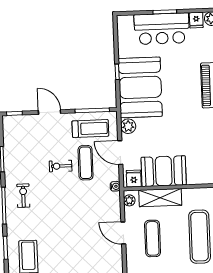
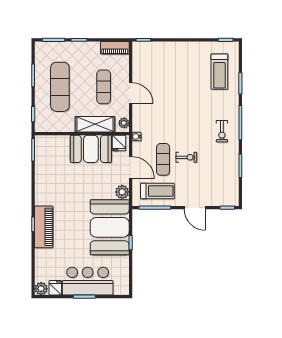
treadmill: (90, 129) -> (157, 191), turned 180

